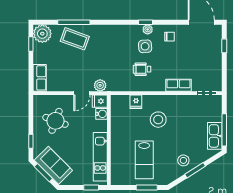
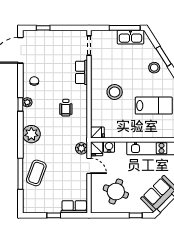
plant: (42, 34) -> (31, 134), moved
window: (31, 44) -> (54, 215), moved
side table: (145, 46) -> (44, 105), removed
fridge: (136, 102) -> (97, 133), moved

